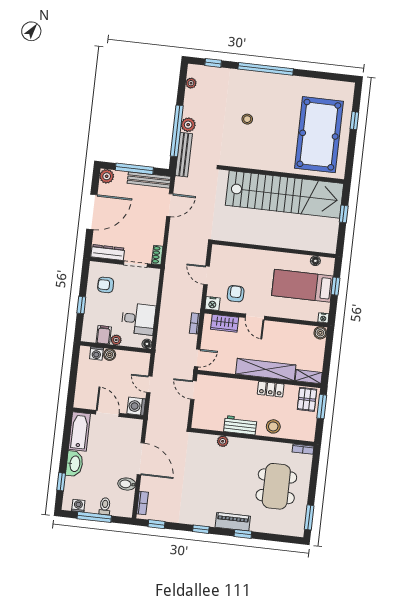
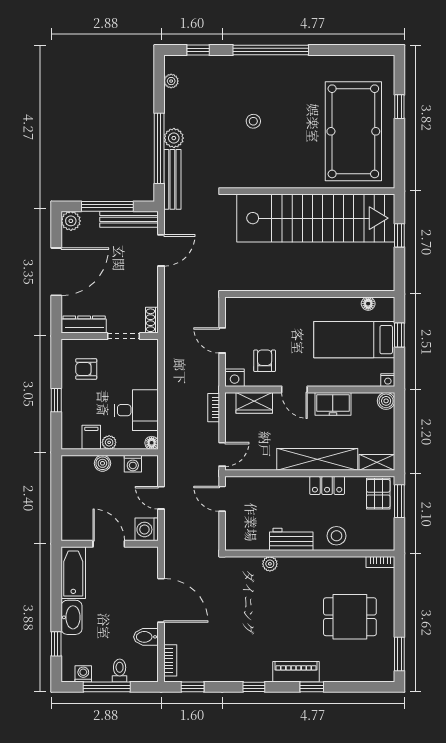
freezer: (282, 331) -> (333, 404), added
washing machine: (96, 353) -> (133, 464), moved
dining table: (276, 486) -> (350, 617), width x0.73

